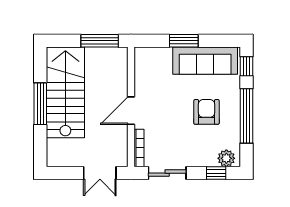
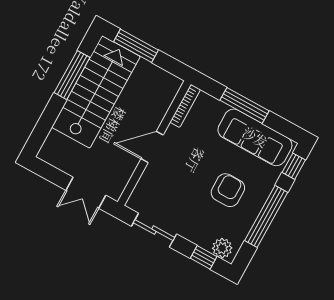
window: (100, 41) -> (136, 46), moved
window: (184, 41) -> (244, 105), width x1.44
window: (40, 104) -> (72, 75), moved
bookcase: (139, 148) -> (185, 106), moved

